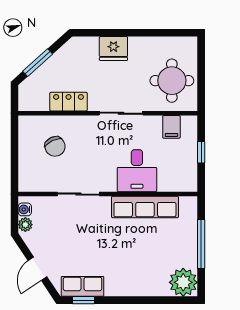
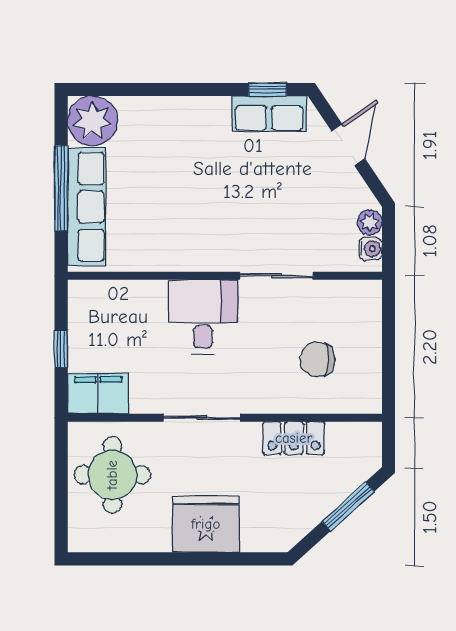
fridge: (113, 49) -> (206, 524), width x1.36, depth x1.34
filing cabinet: (171, 127) -> (98, 394), width x2.00
chair: (55, 146) -> (317, 359), turned -64
desk: (137, 171) -> (203, 317), moved
row of seats: (145, 207) -> (86, 207), moved, turned 90

